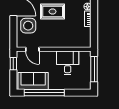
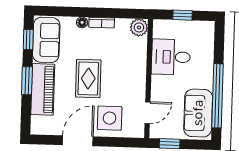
plant: (85, 42) -> (139, 27), added
window: (94, 69) -> (182, 15), width x0.46

